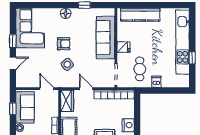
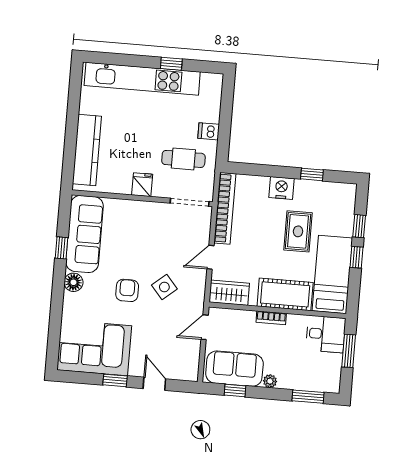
sofa: (105, 38) -> (85, 234), moved, turned -90

